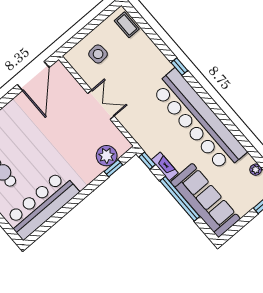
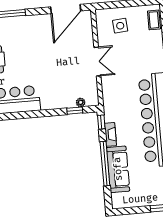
plant: (107, 156) -> (81, 102), width x0.53, depth x0.53
sofa: (205, 200) -> (118, 169), width x0.74, depth x0.79

